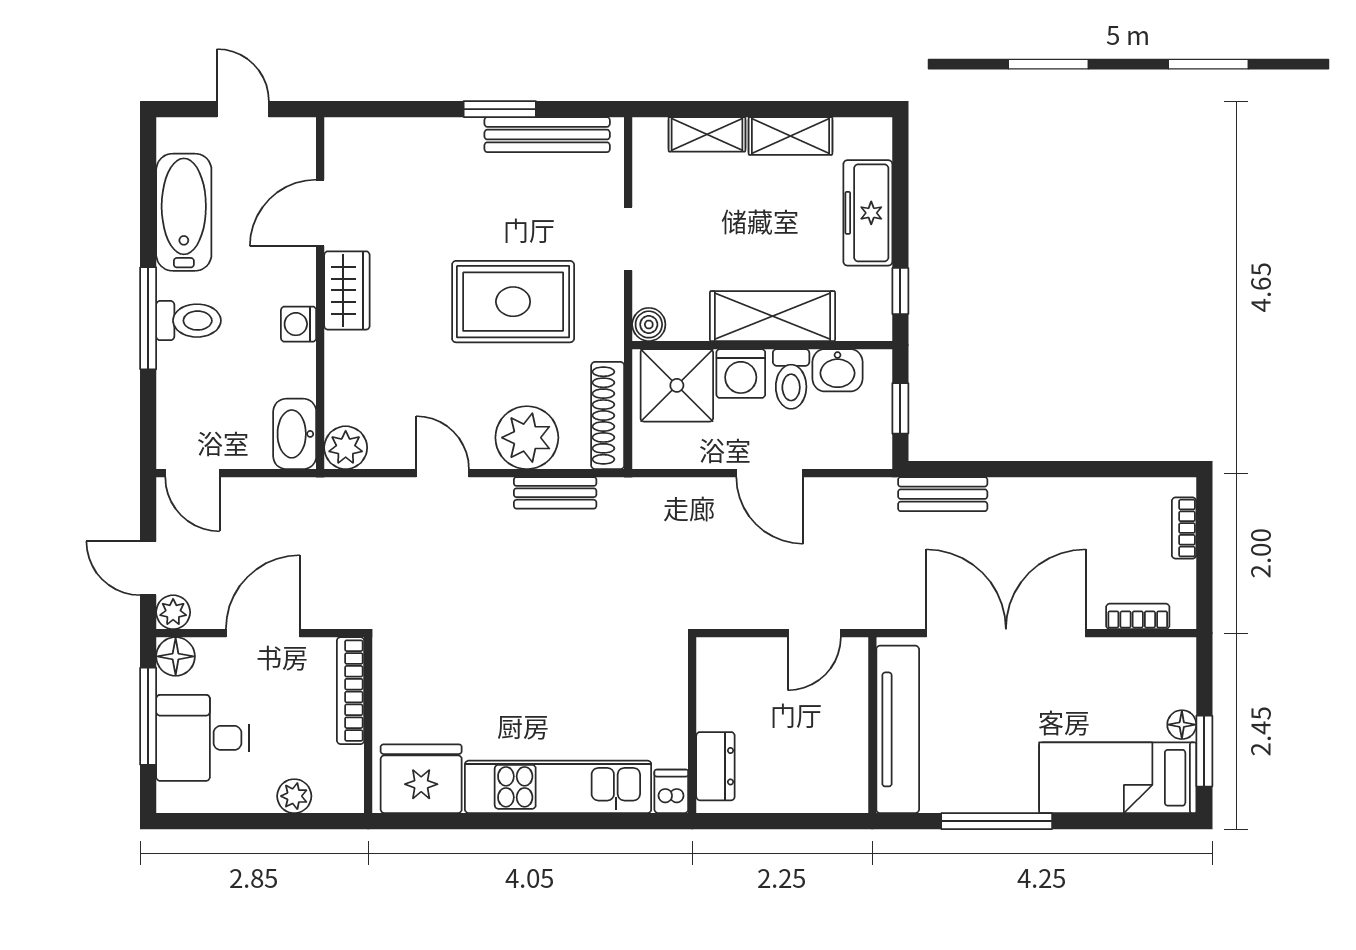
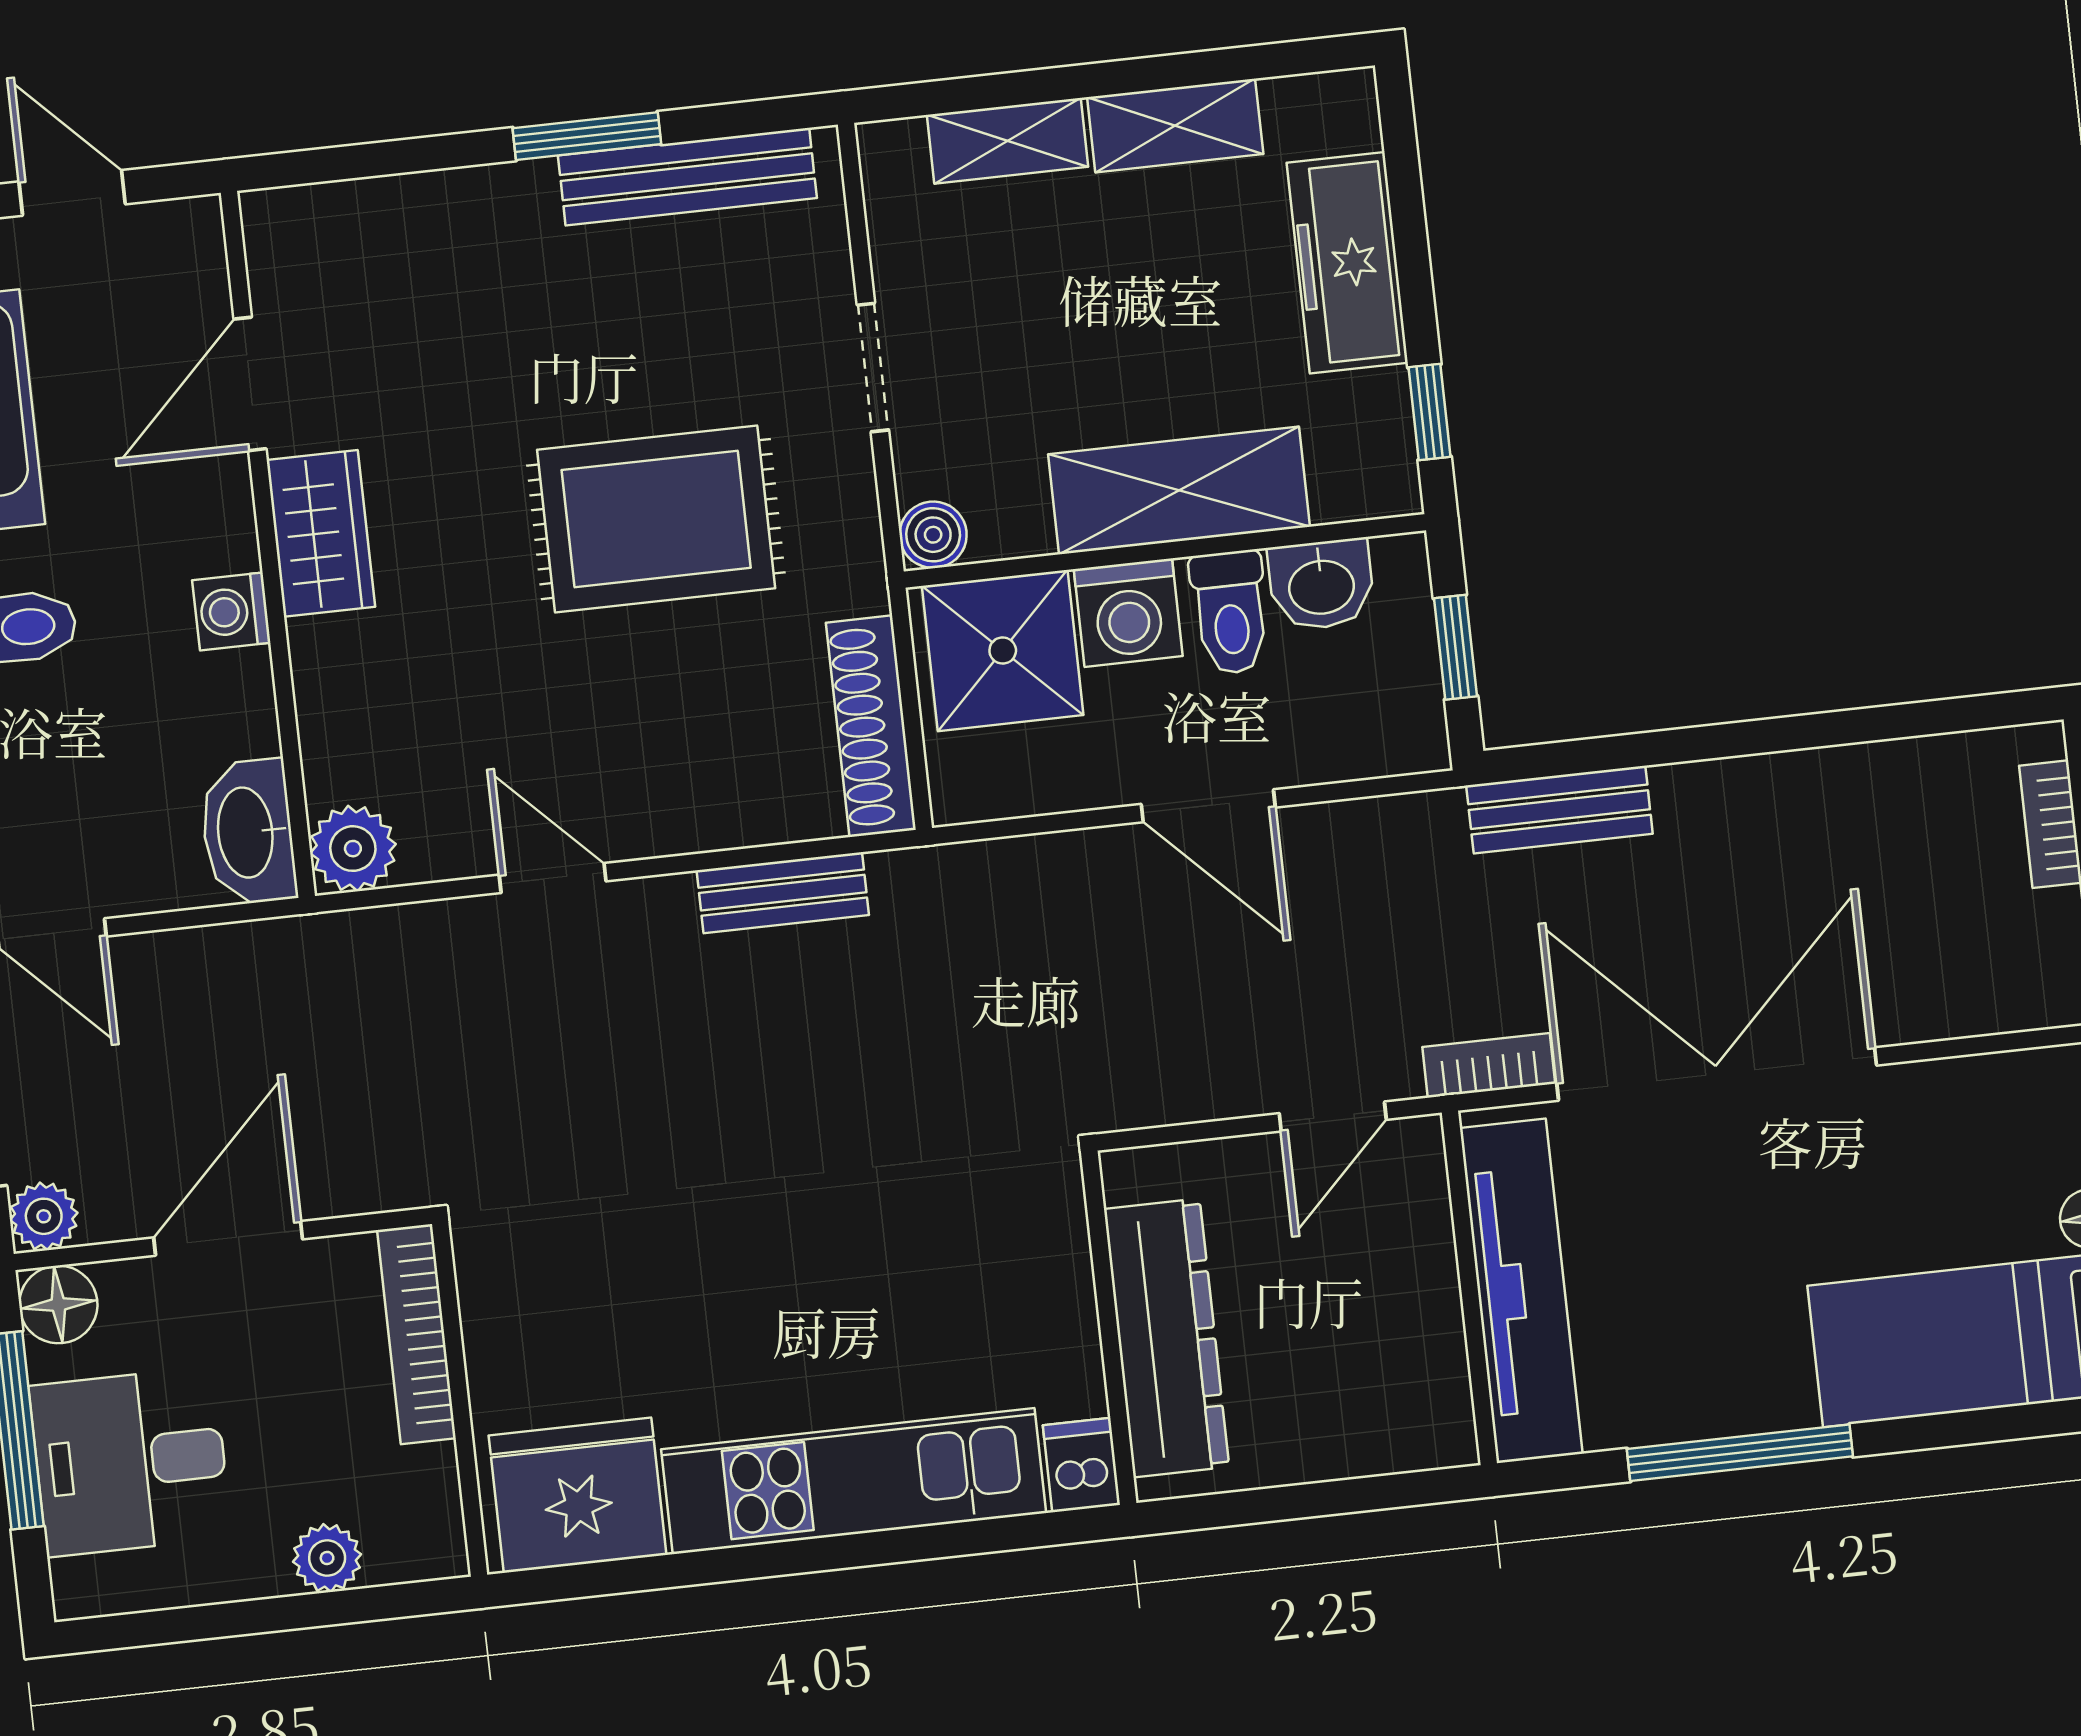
plant: (527, 438) -> (714, 788), removed
bookcase: (1138, 616) -> (1489, 1065), moved
dresser: (715, 766) -> (1166, 1338), width x1.96, depth x1.24

